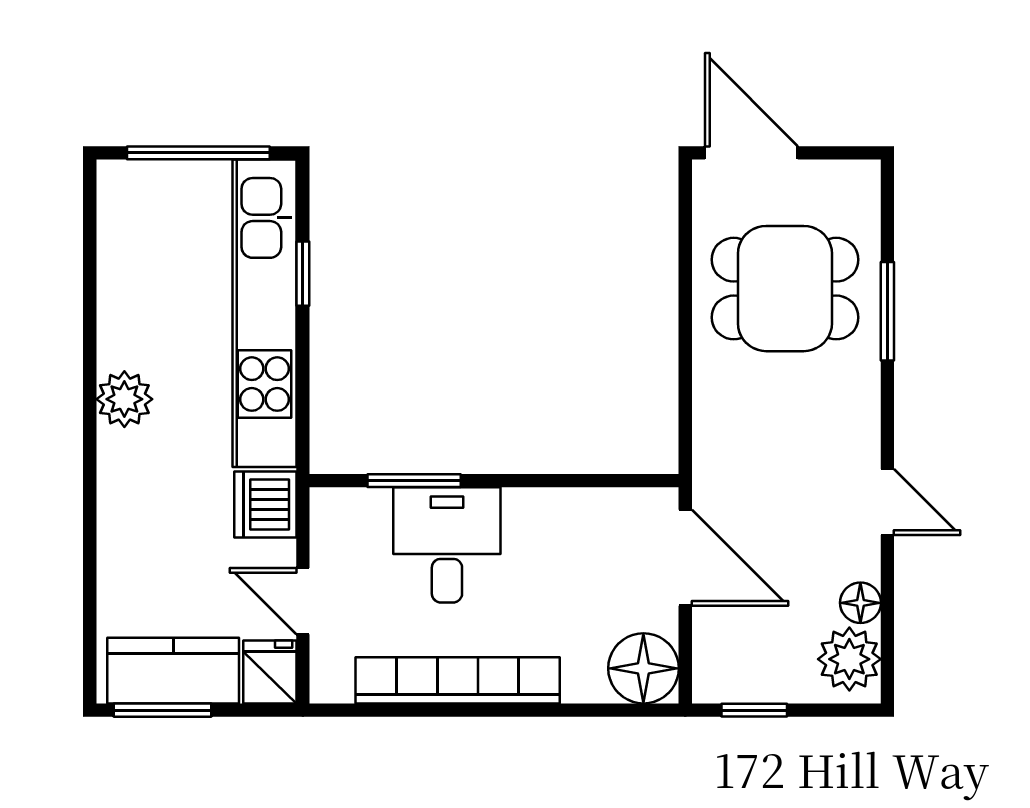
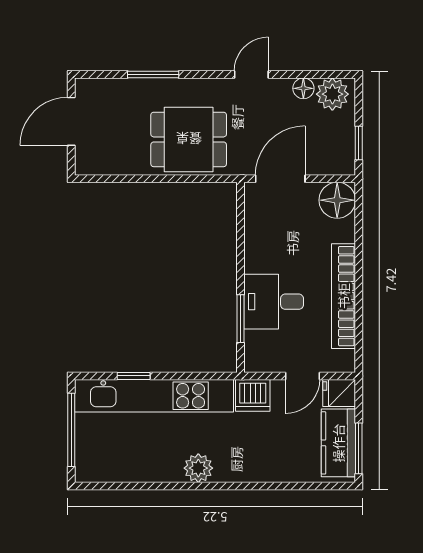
door: (751, 153) -> (71, 121), moved
dining table: (785, 289) -> (189, 139), moved, turned 90

